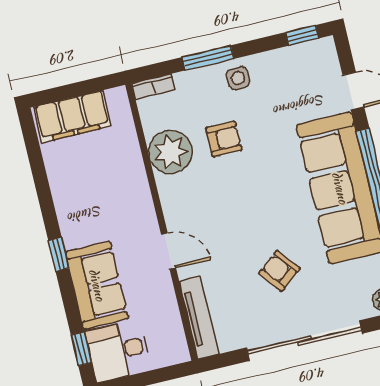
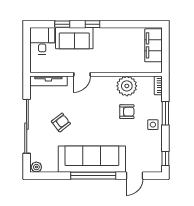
armchair: (224, 139) -> (127, 112), turned -90
window: (81, 349) -> (62, 24), moved

